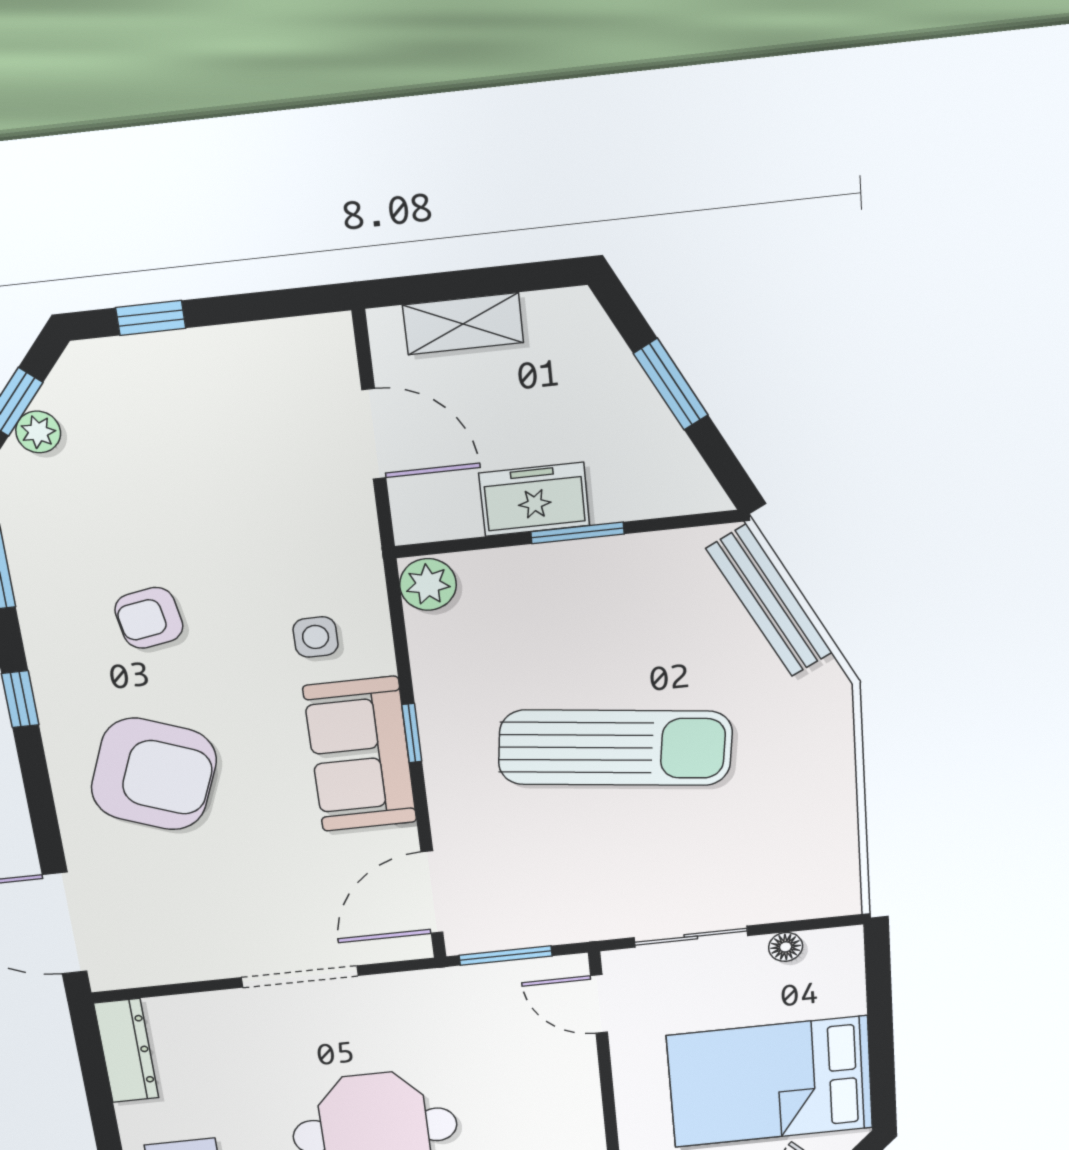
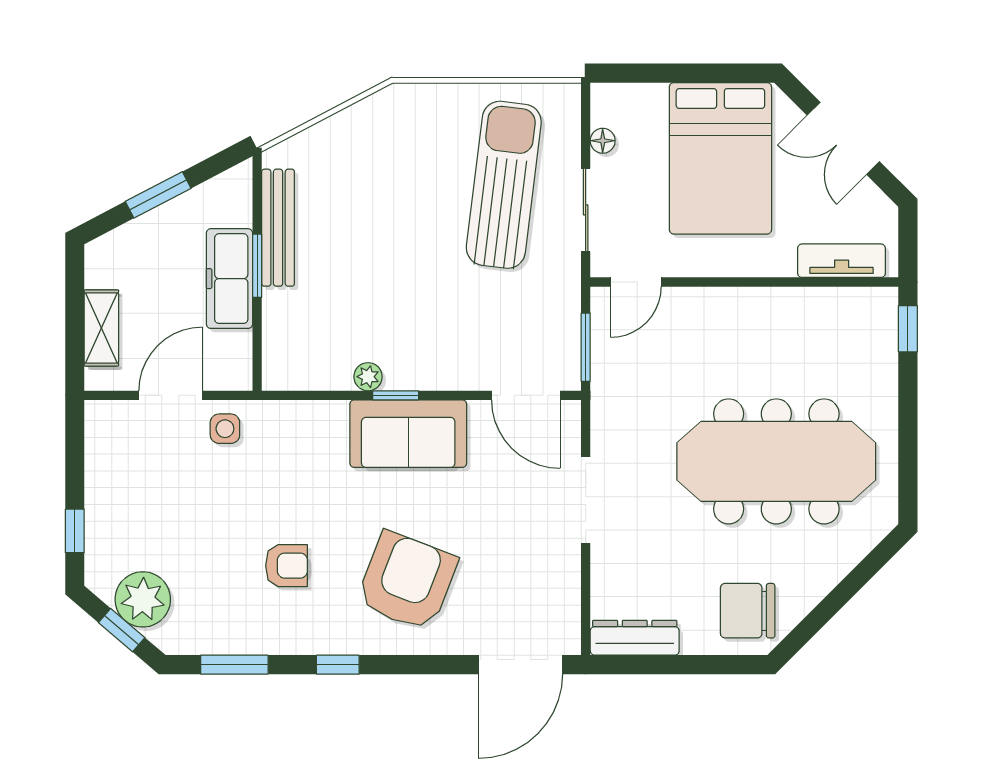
plant: (38, 432) -> (143, 599), width x1.88, depth x1.88
freezer: (534, 499) -> (229, 279), width x1.40
plant: (428, 584) -> (368, 377), moved, width x0.73, depth x0.73
bench: (769, 601) -> (278, 228), moved, turned -62
armchair: (149, 618) -> (287, 566), turned -80
side table: (316, 637) -> (225, 429), moved
sun lounger: (615, 748) -> (504, 185), moved

